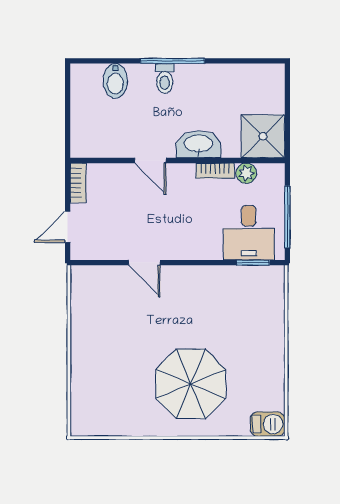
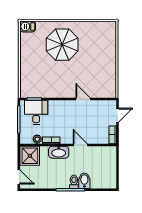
bidet: (115, 81) -> (84, 181), moved
door: (287, 89) -> (19, 177), added

